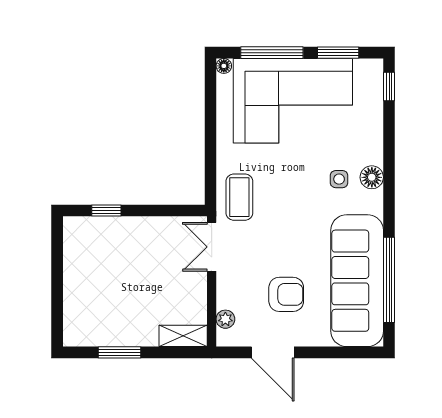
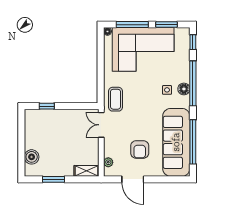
window: (389, 166) -> (193, 83), added
armchair: (286, 294) -> (140, 149), turned 90
boiler: (77, 309) -> (32, 157), added

